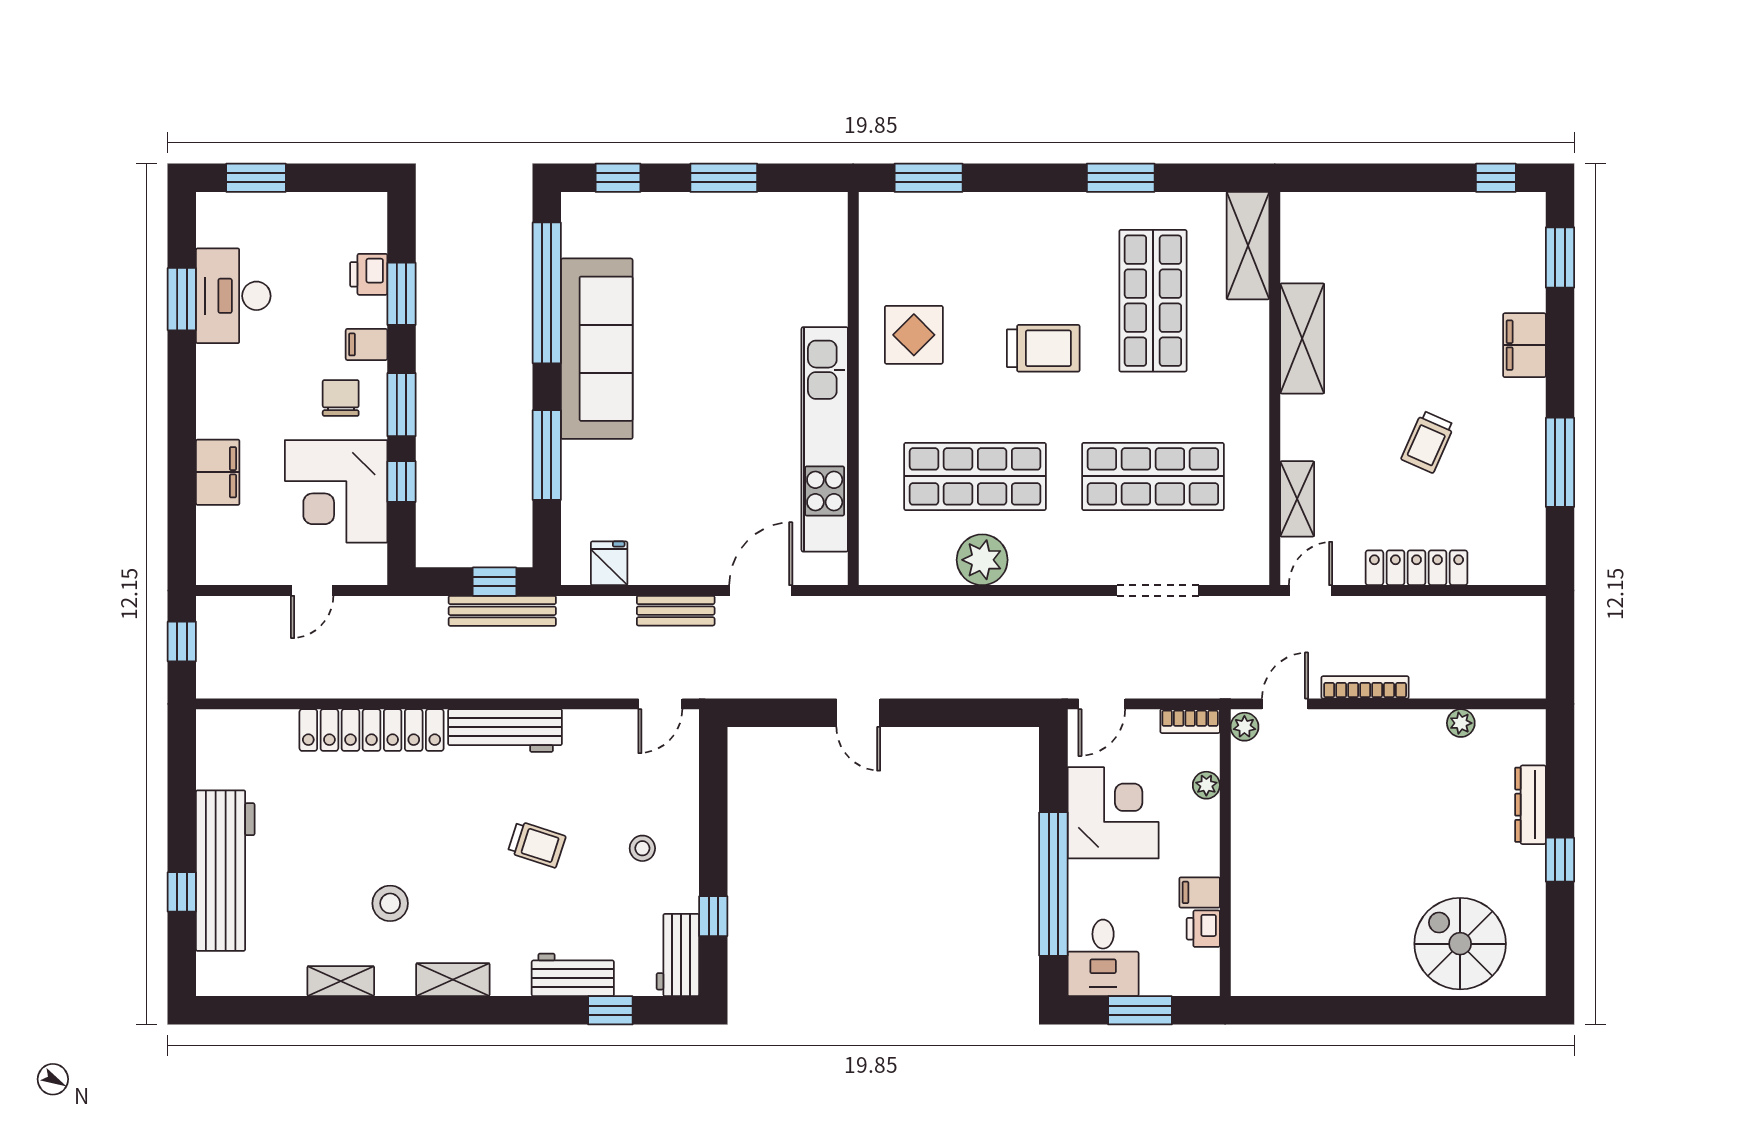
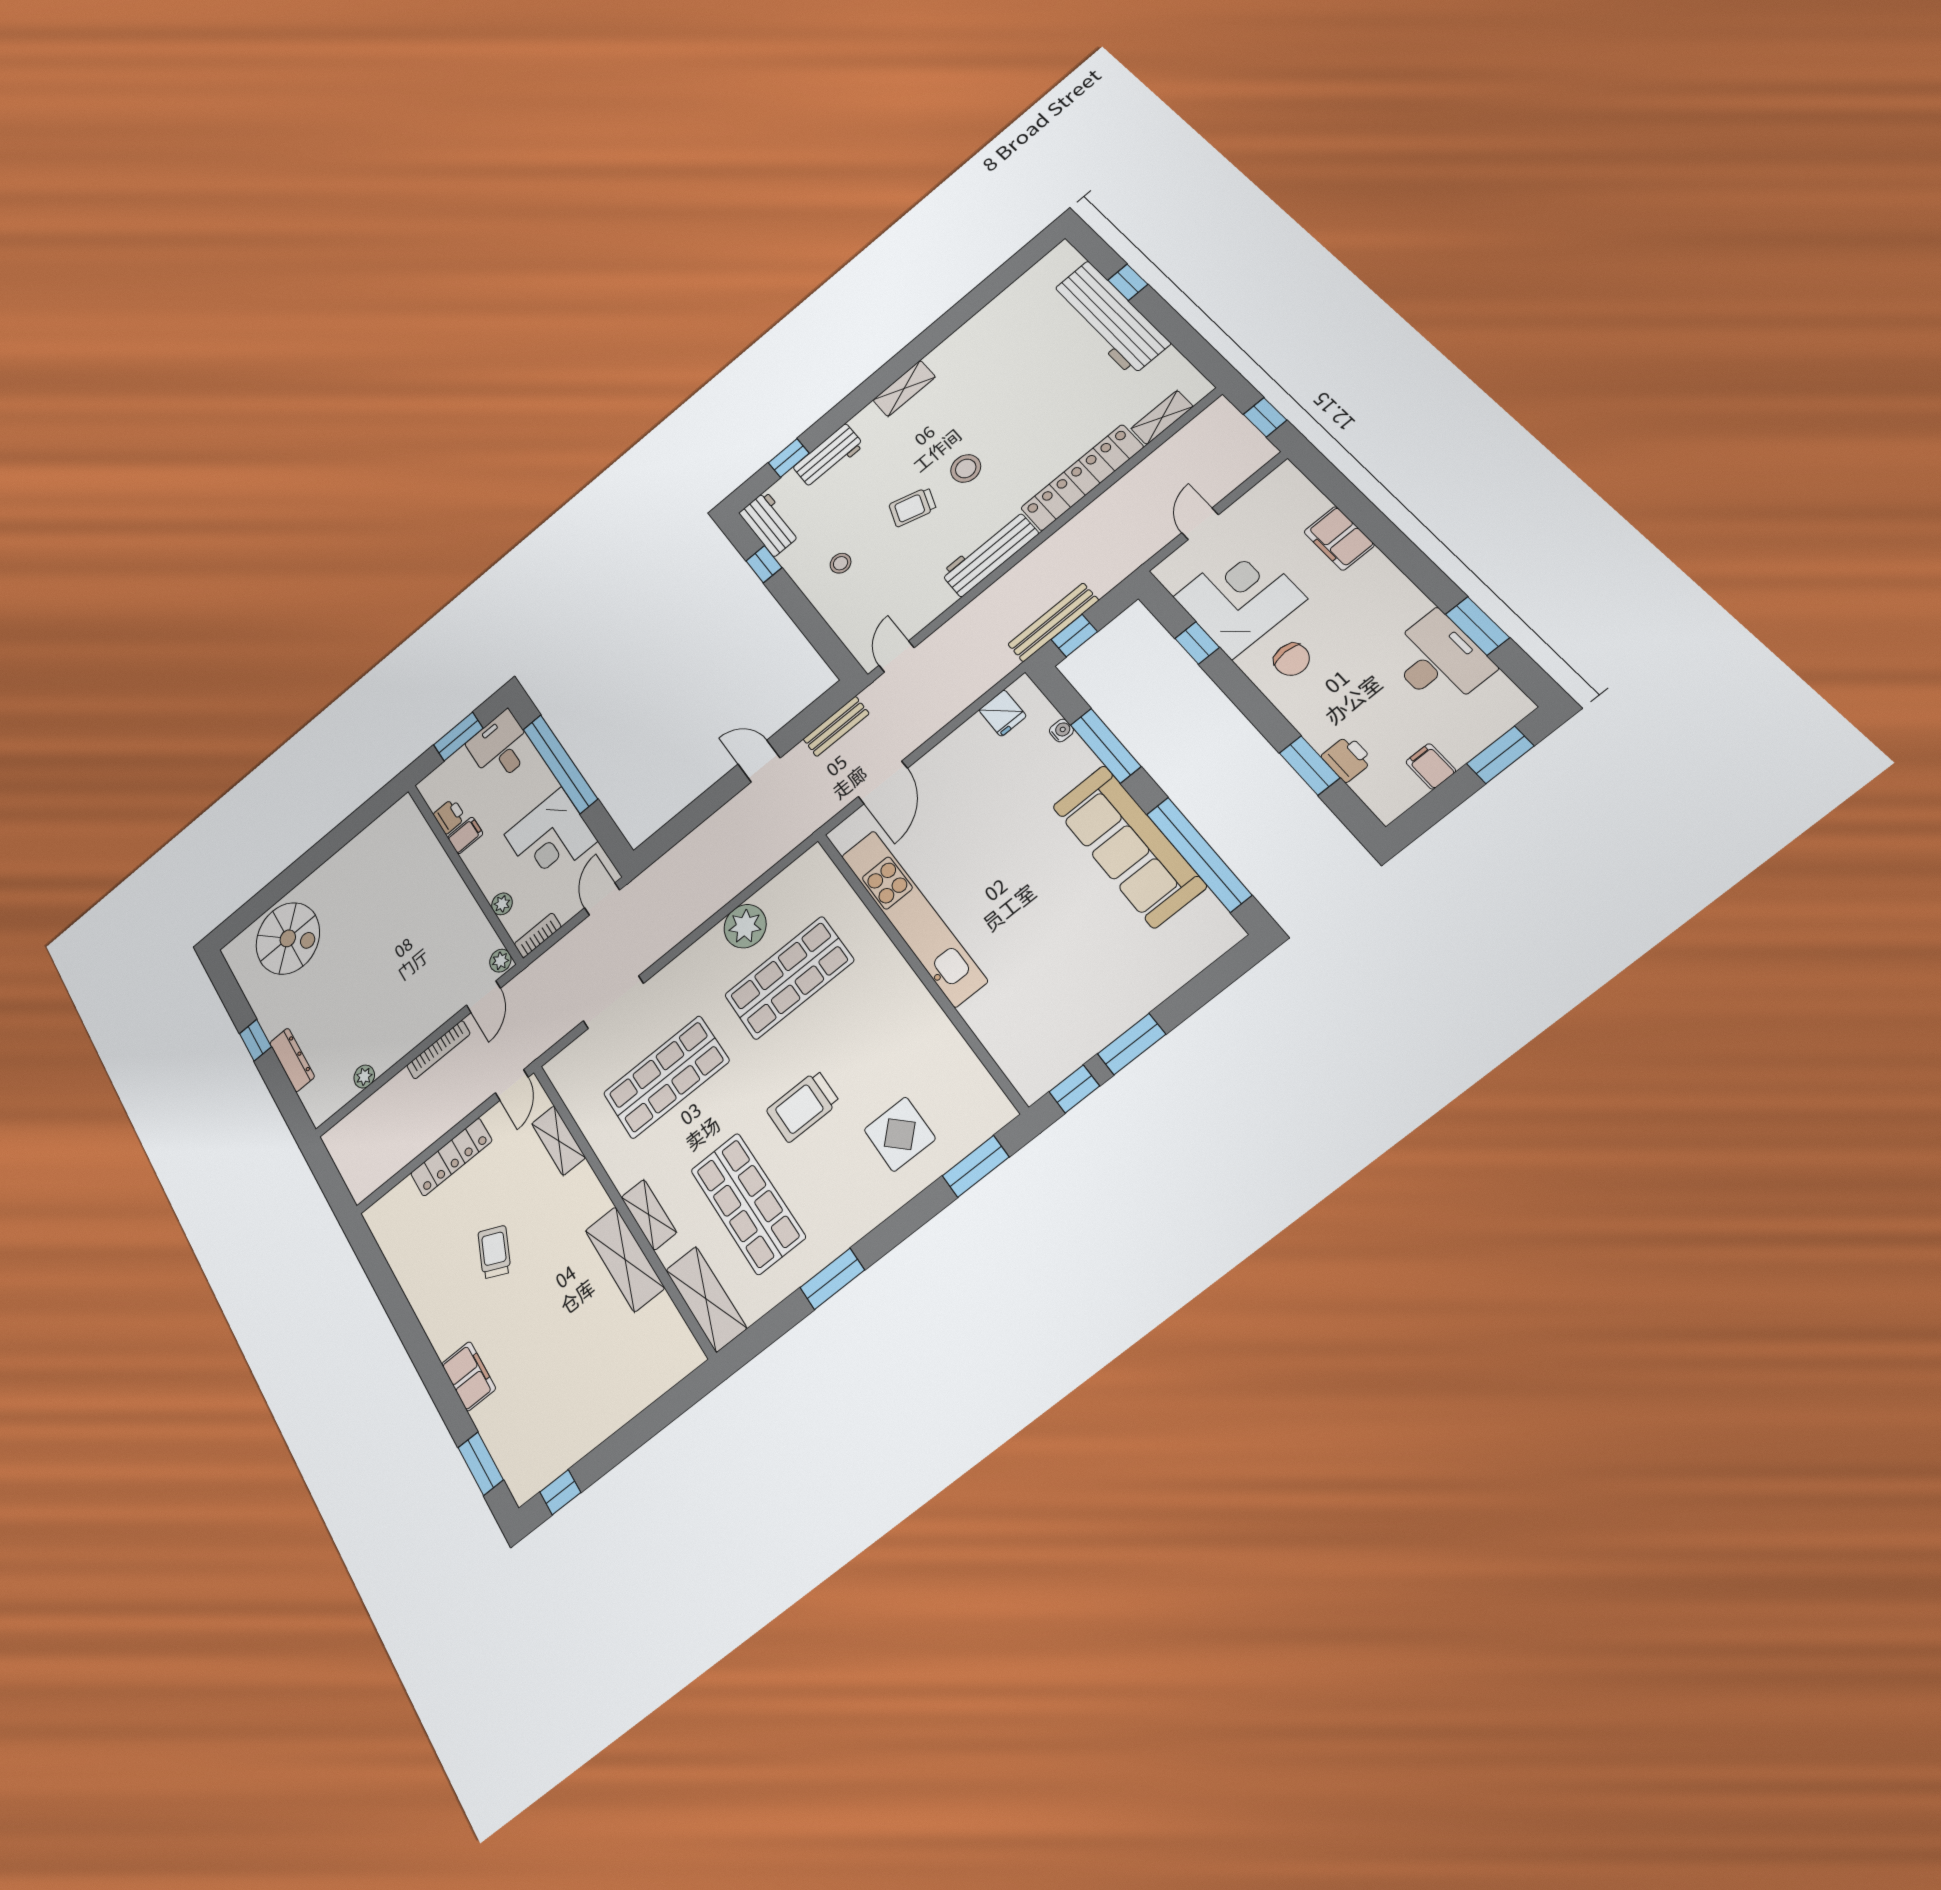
window: (618, 178) -> (1074, 1089), moved
display table: (914, 335) -> (900, 1134), moved
filing cabinet: (367, 344) -> (1431, 766), moved, turned -90
shelving: (1253, 361) -> (649, 1215), added
window: (401, 405) -> (1242, 692), removed
window: (1560, 462) -> (398, 1308), removed
water cooler: (572, 502) -> (1061, 730), added
bench: (676, 611) -> (836, 726), moved
stool: (390, 903) -> (966, 468), moved
shelving: (341, 981) -> (1162, 418), moved

